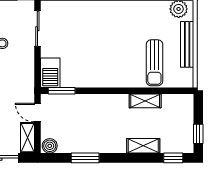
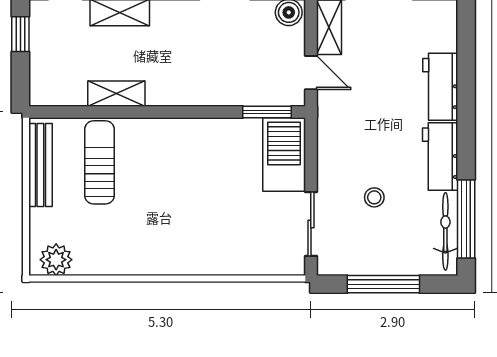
bench: (187, 44) -> (40, 165), moved
barbecue: (50, 73) -> (284, 154), width x1.37, depth x1.21

